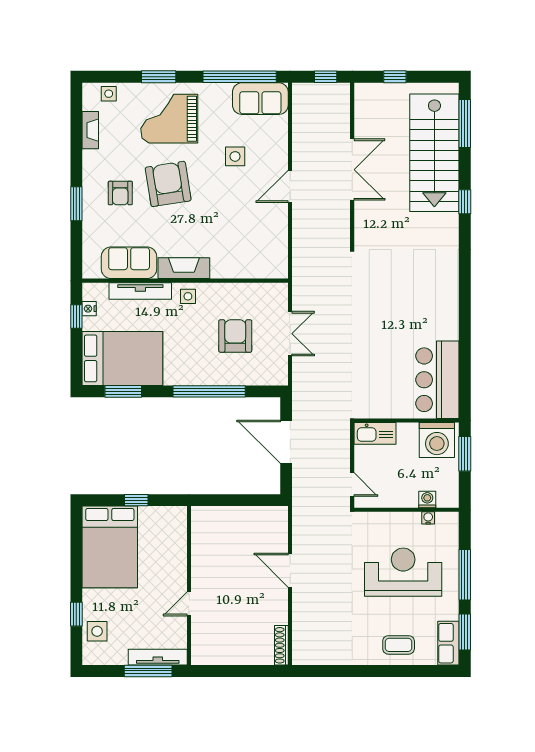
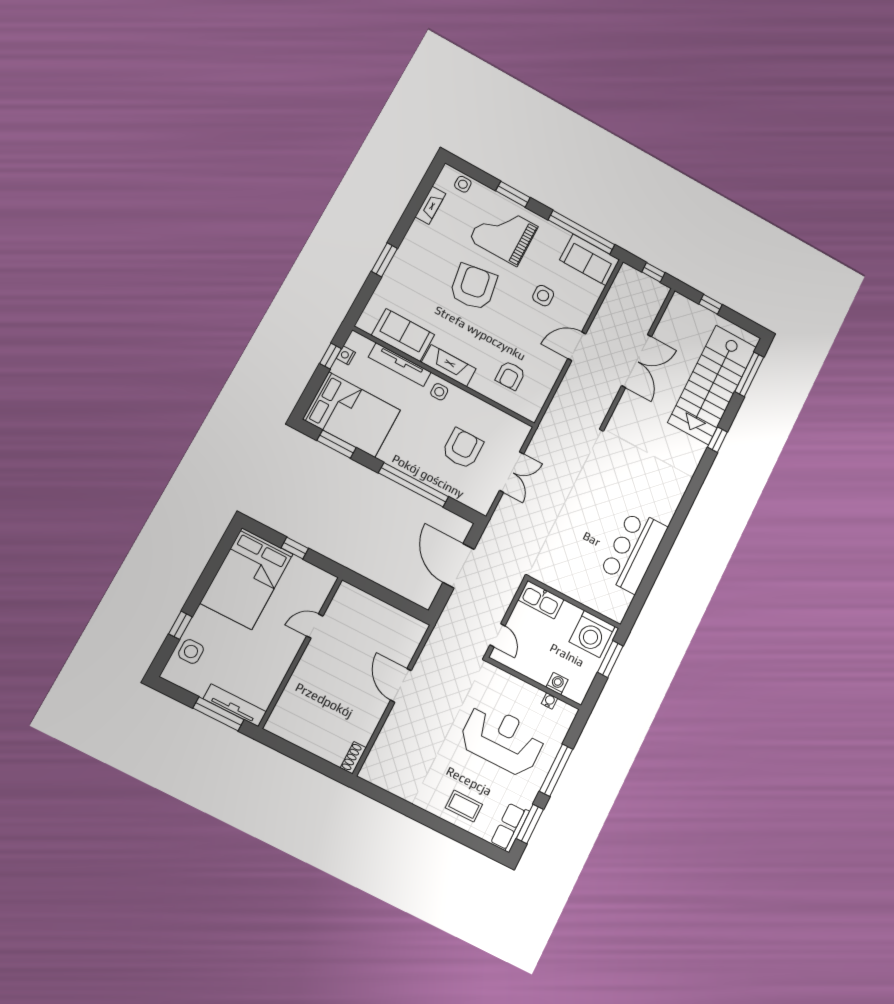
armchair: (120, 193) -> (510, 375), moved
bar counter: (437, 380) -> (633, 551), moved
door: (189, 604) -> (315, 626), moved
shoe rack: (281, 645) -> (353, 758), width x0.70

